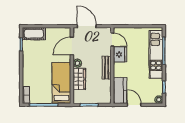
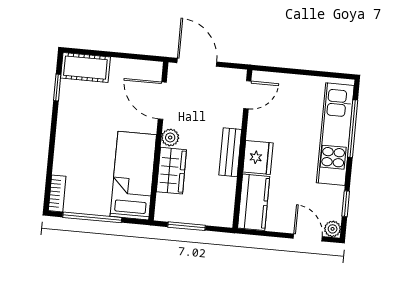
door: (112, 40) -> (247, 95), hinge flipped
door: (72, 46) -> (162, 101), hinge flipped
fridge: (120, 55) -> (258, 157), moved
door: (134, 105) -> (308, 237), moved

